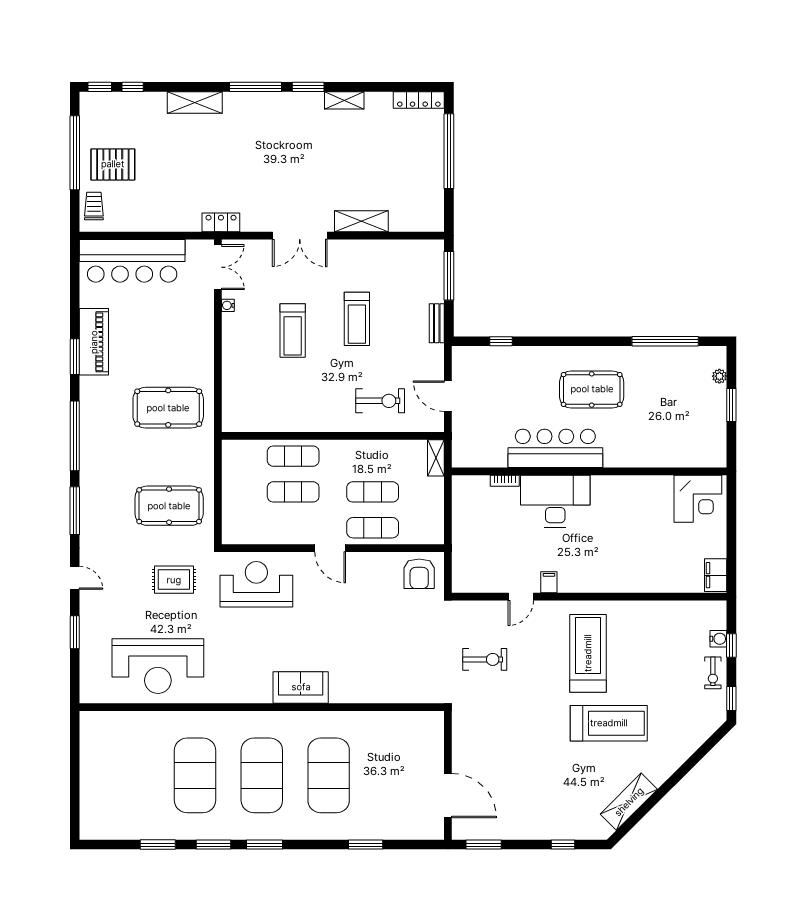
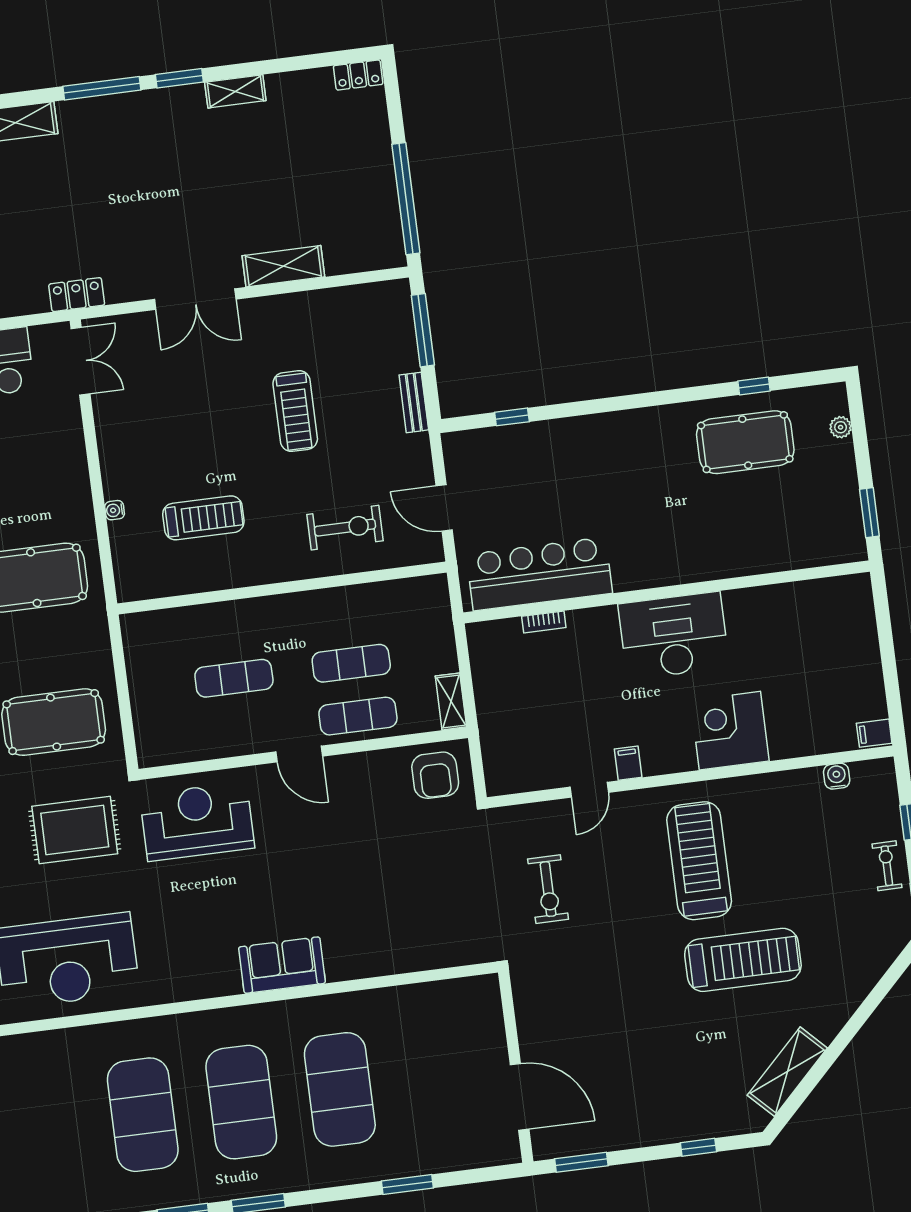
locker: (419, 100) -> (358, 75), width x0.66
window: (449, 151) -> (406, 199), moved
water cooler: (228, 305) -> (115, 510), moved
treadmill: (293, 330) -> (203, 518), moved, turned -90
window: (665, 341) -> (754, 386), width x0.32
pool table: (592, 389) -> (745, 442), moved
window: (731, 405) -> (869, 513), moved
bar counter: (555, 448) -> (539, 574), moved
exercise mat: (293, 456) -> (227, 625), removed
shelving: (436, 458) -> (451, 701), moved
corner desk: (698, 499) -> (730, 731), moved, turned 180
desk: (555, 501) -> (674, 636), moved
filing cabinet: (716, 575) -> (874, 733), width x0.50
rug: (174, 580) -> (75, 830), width x1.36, depth x1.43
water cooler: (718, 639) -> (837, 776), moved, turned -90
exercise bike: (485, 659) -> (548, 889), turned 90
exercise bike: (713, 673) -> (887, 866), turned 180

